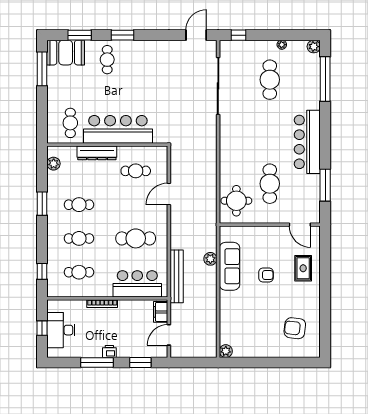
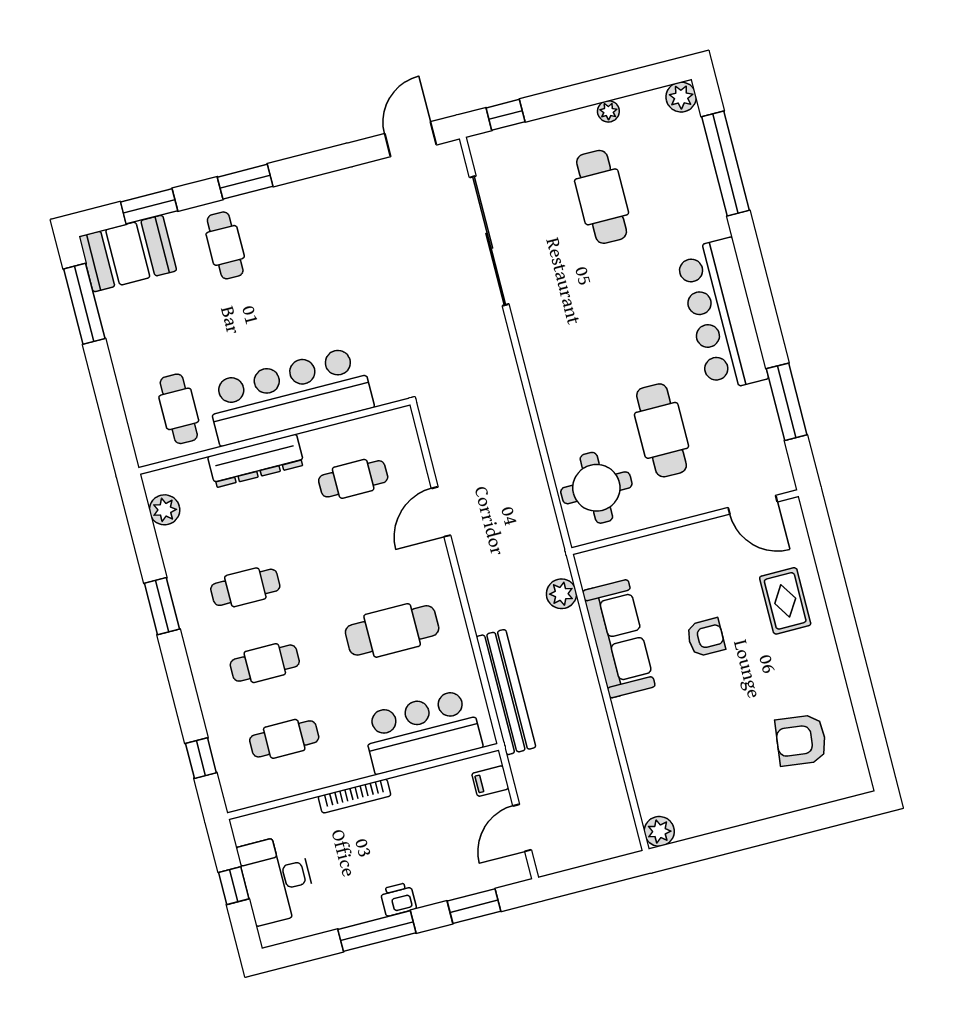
plant: (210, 259) -> (561, 594), moved
filing cabinet: (161, 312) -> (490, 781), width x0.50

